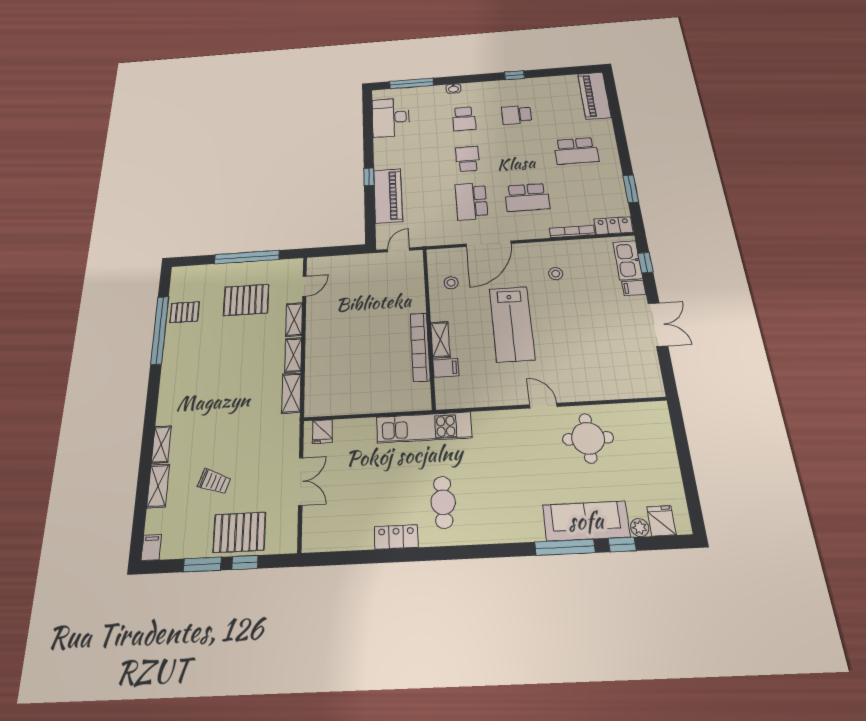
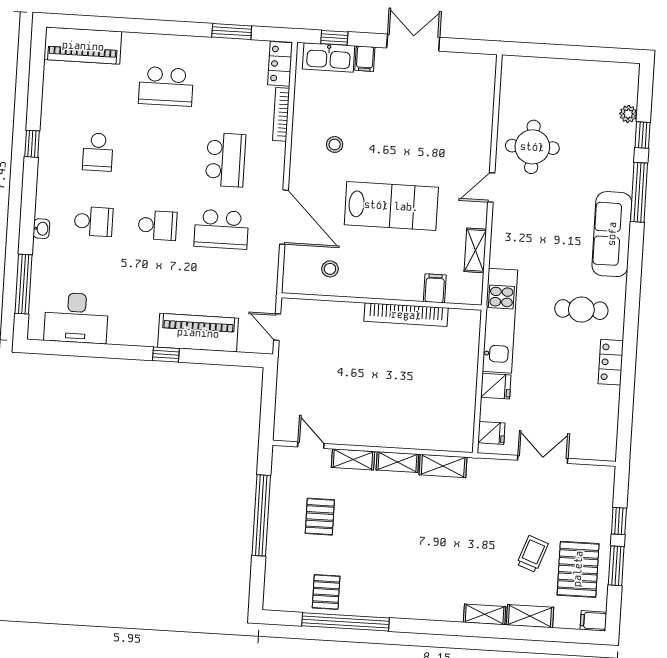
school desk: (576, 151) -> (166, 86), turned 90
school desk: (468, 159) -> (157, 225), turned 180
pallet: (246, 300) -> (320, 517), width x0.67, depth x0.71
shelving: (440, 340) -> (475, 250), moved, turned 90
sofa: (586, 521) -> (612, 234), moved
fridge: (661, 521) -> (496, 386), moved, turned 180
pallet: (239, 532) -> (578, 569), moved

